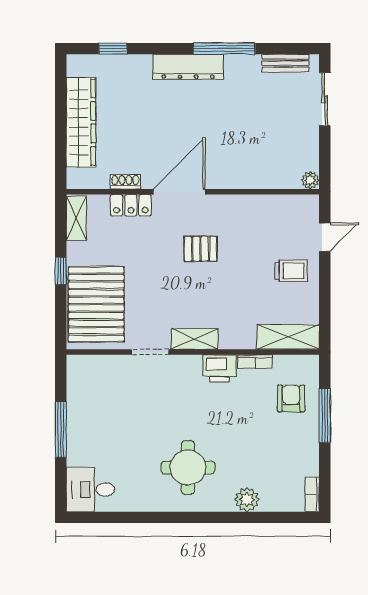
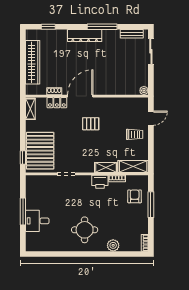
window: (61, 271) -> (23, 158), moved
shelving: (195, 339) -> (106, 167), moved
desk: (90, 489) -> (37, 221), moved

